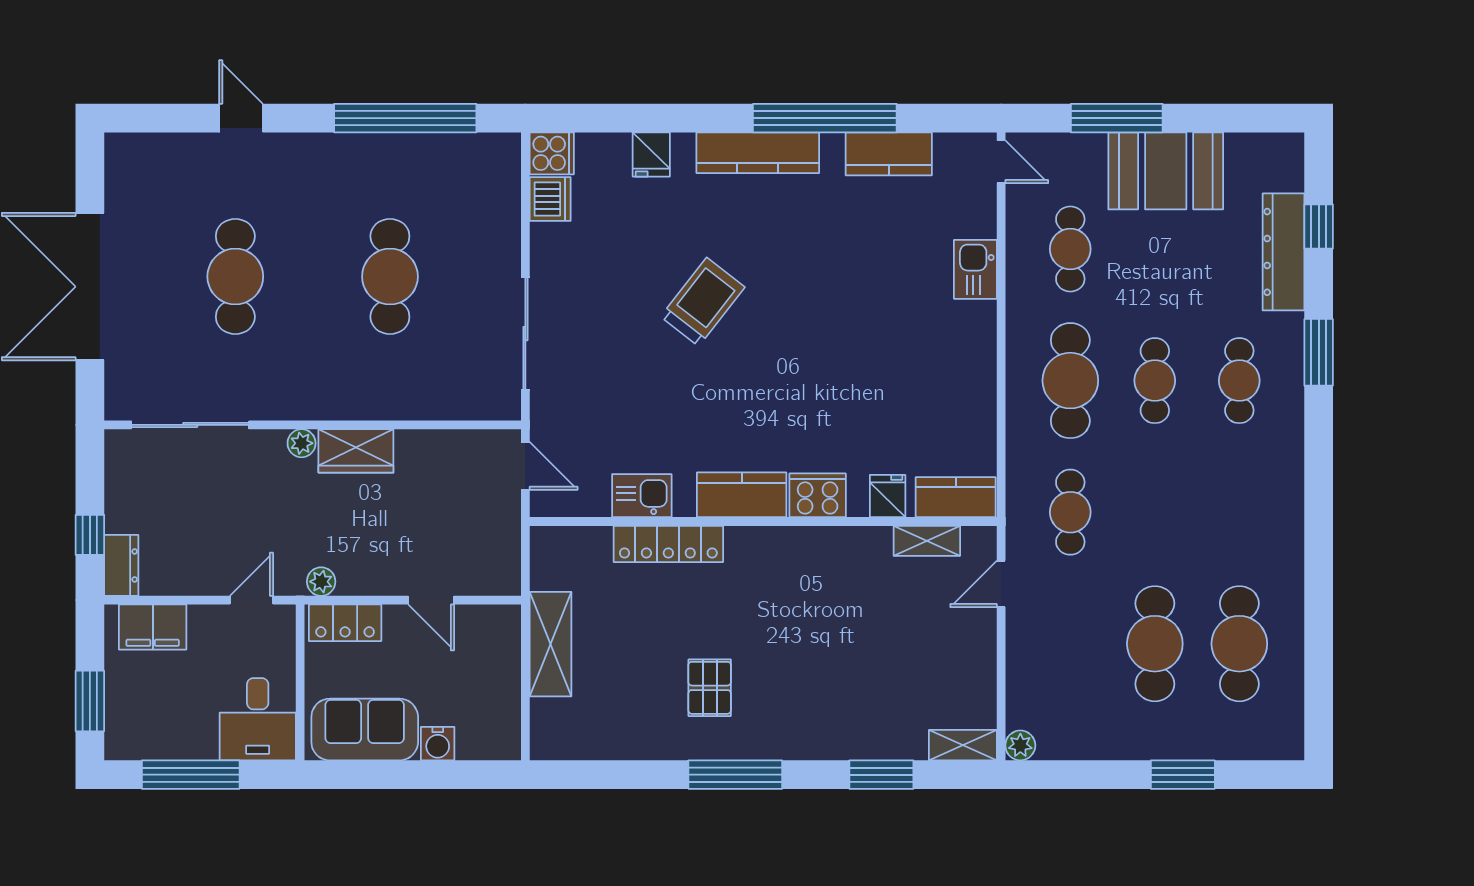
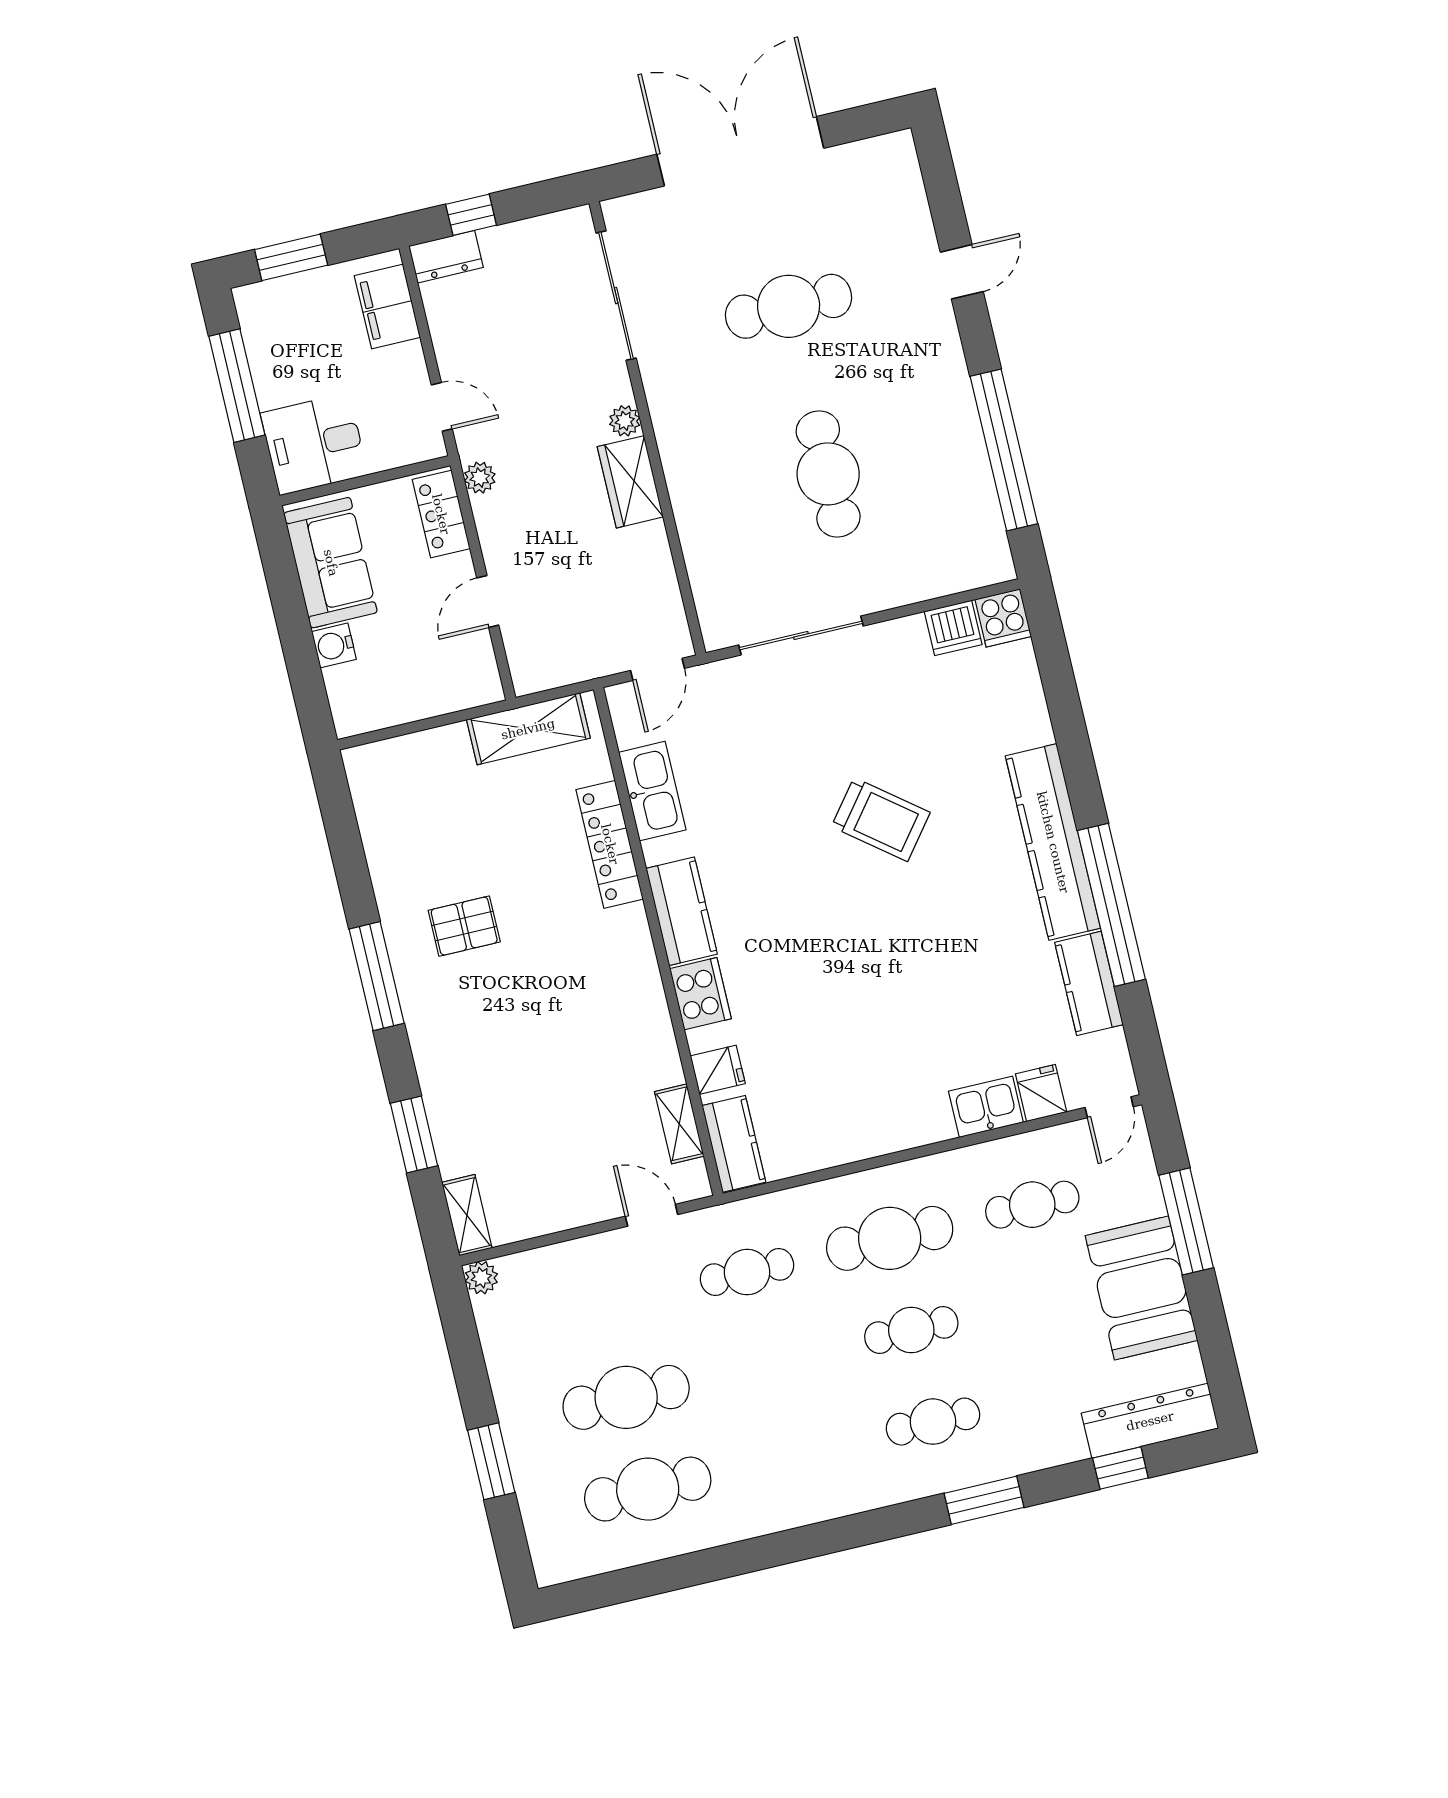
kitchen counter: (758, 153) -> (1053, 842), width x1.39, depth x1.17
fridge: (651, 155) -> (1041, 1093), moved, turned 90
dresser: (1283, 252) -> (1150, 1421), moved
cafe table: (390, 277) -> (828, 474), turned 90
kitchen sink: (642, 496) -> (652, 791), width x1.38
shelving: (551, 644) -> (528, 729), moved

